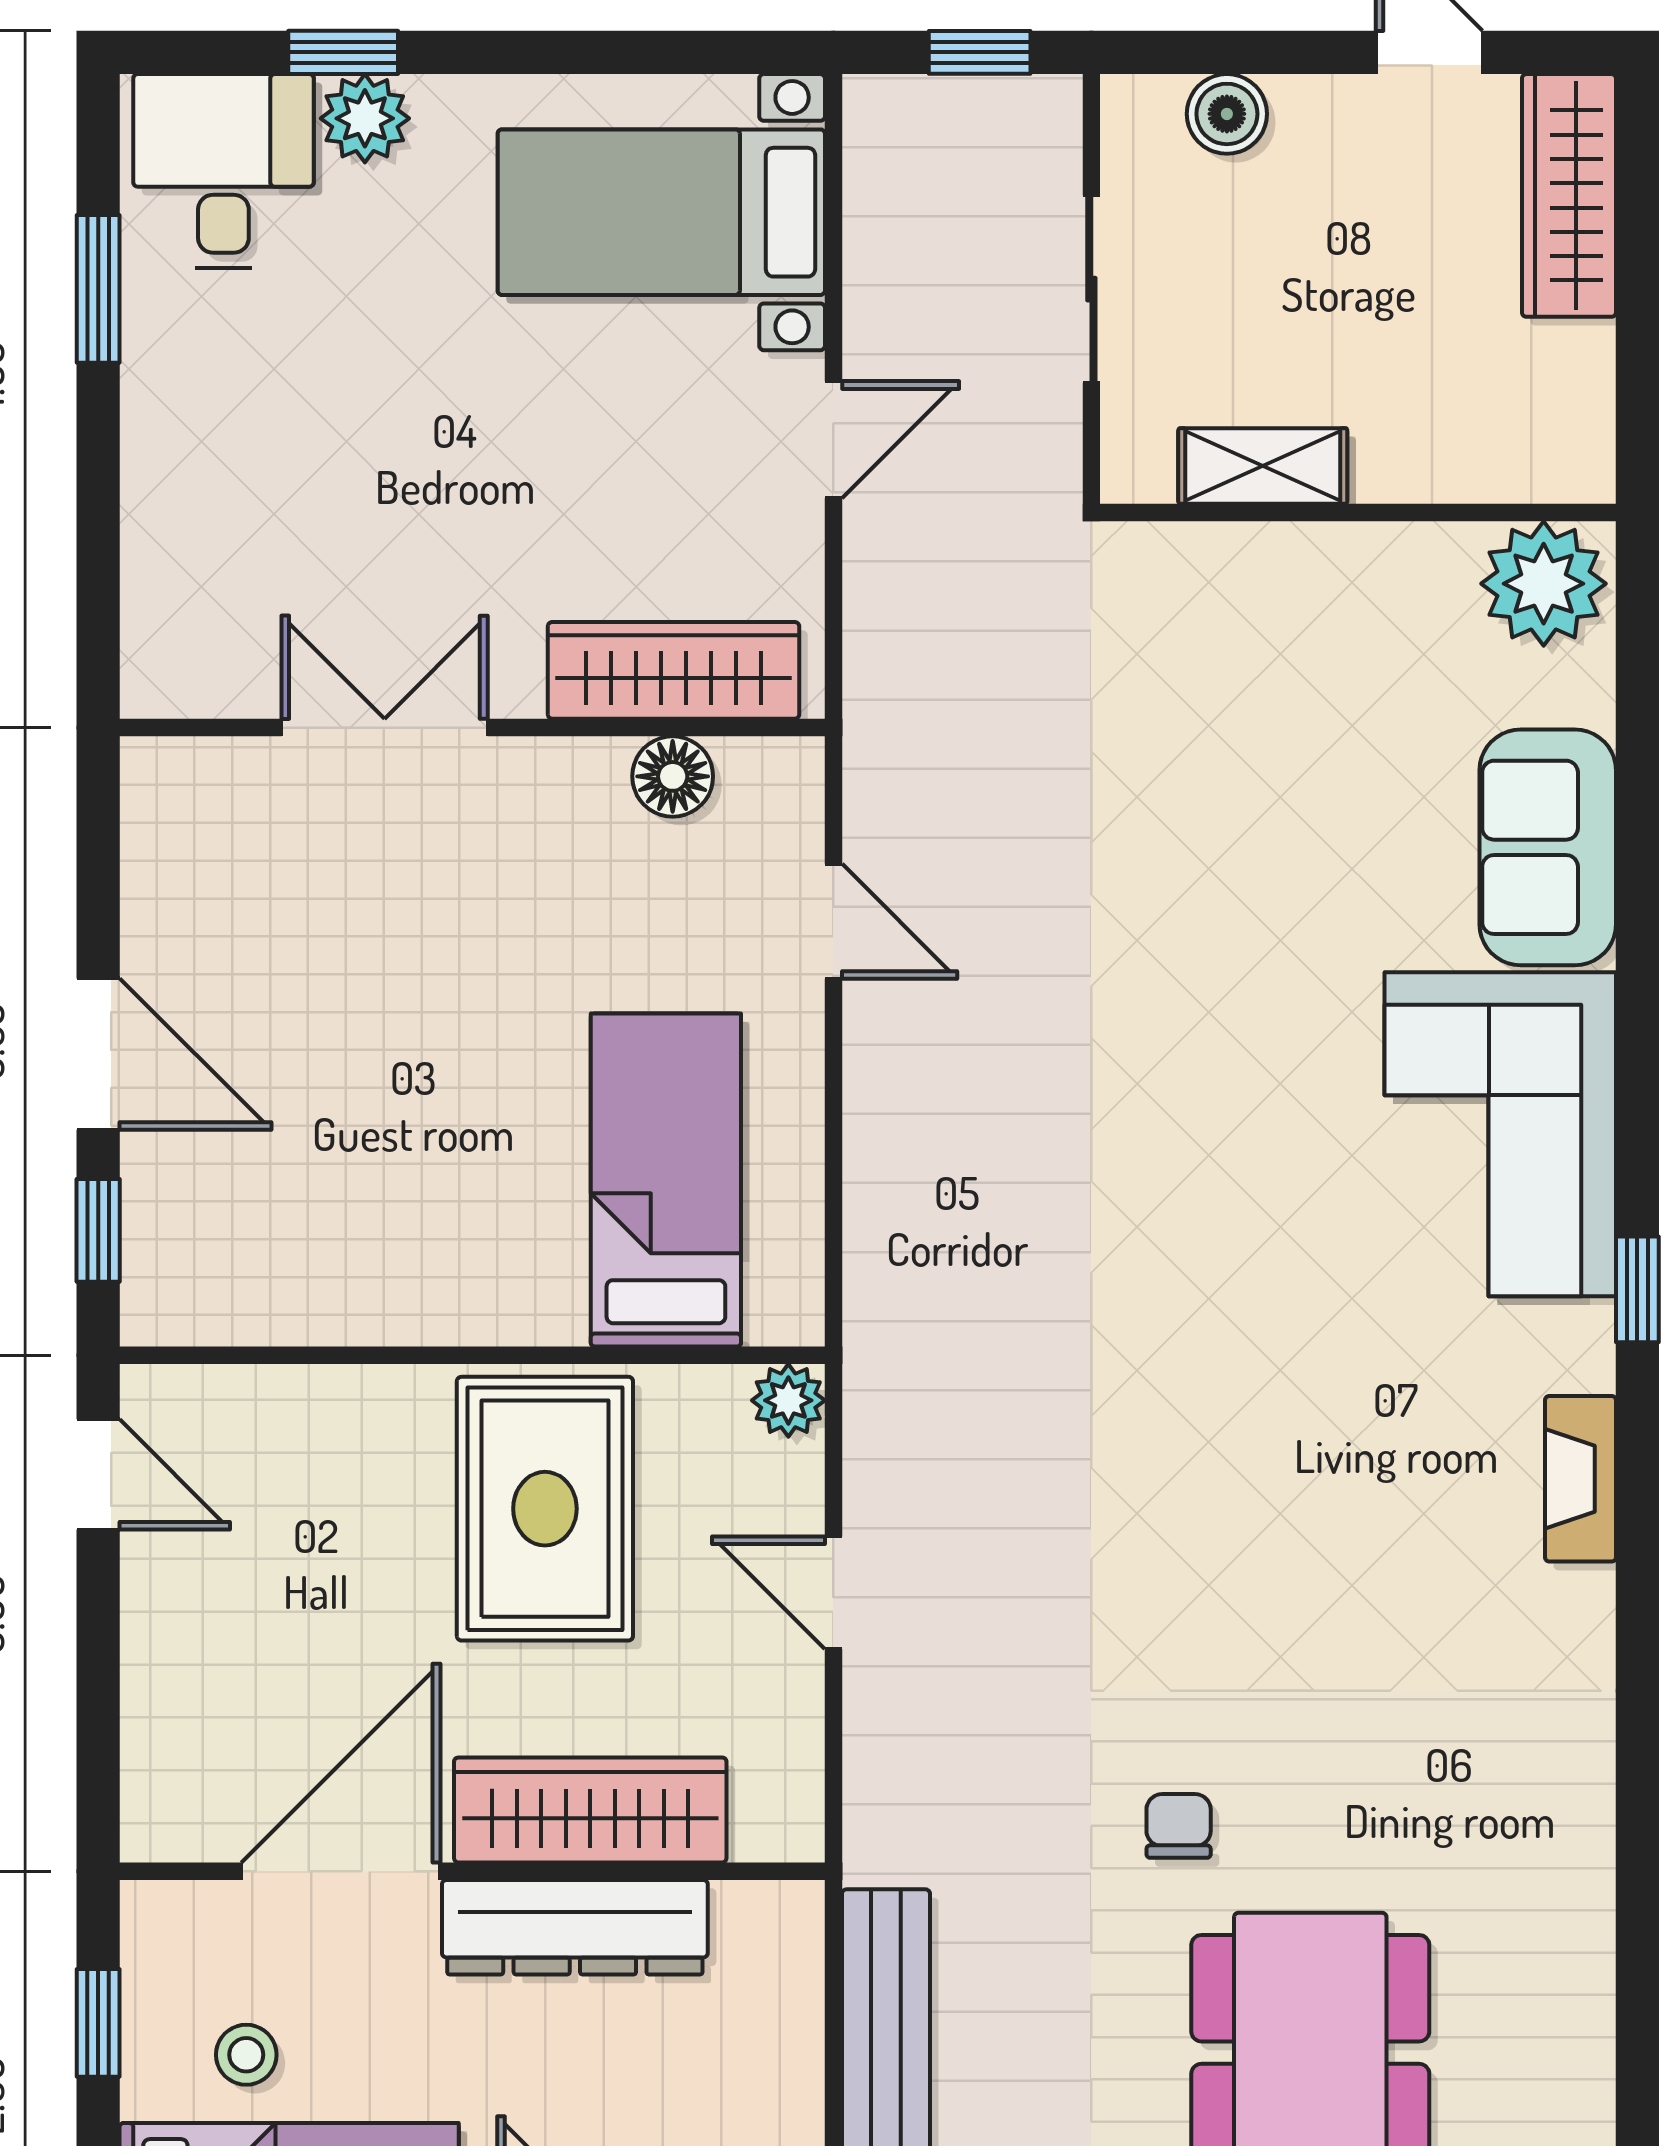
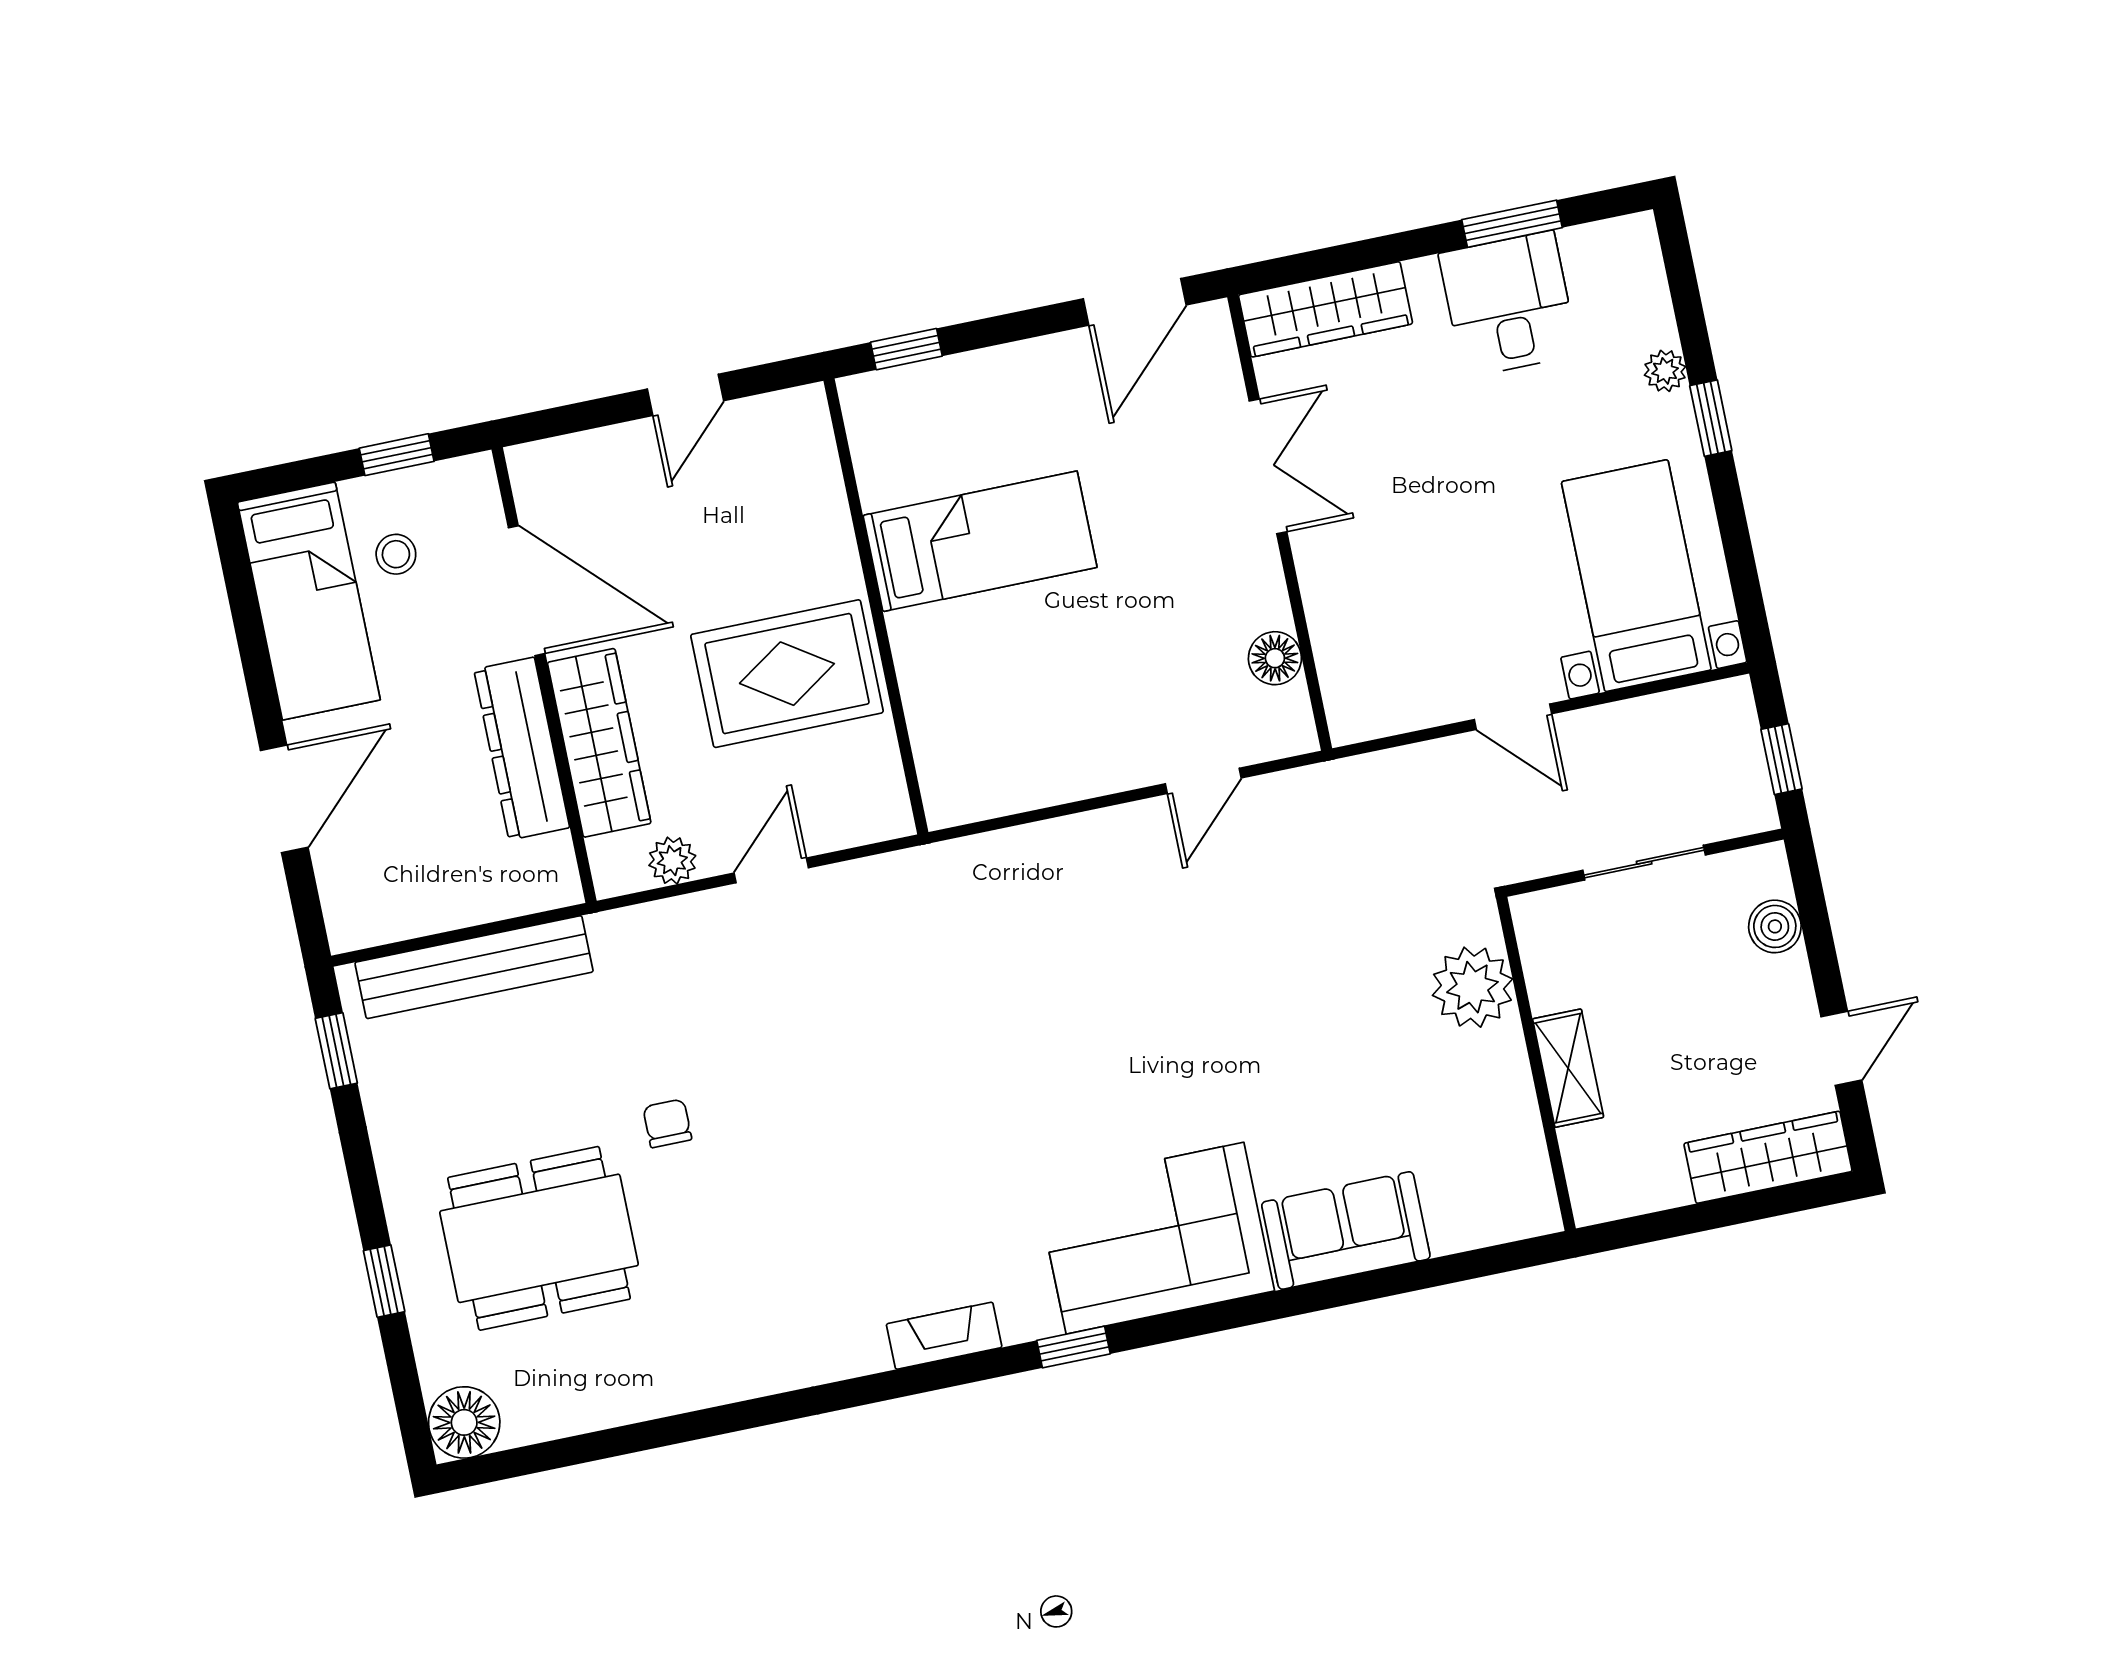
window: (343, 52) -> (1711, 418), moved
plant: (365, 118) -> (1665, 371), width x0.73, depth x0.73
desk: (223, 171) -> (1509, 304), moved, turned -90
shelving: (1263, 466) -> (1568, 1068), moved
plant: (1544, 584) -> (1472, 987), moved
wardrobe: (674, 670) -> (1326, 309), moved, turned 90
door: (98, 1054) -> (1135, 302), moved
bed: (666, 1180) -> (980, 541), moved
plant: (788, 1400) -> (672, 861), moved
door: (98, 1474) -> (686, 395), moved
chair: (1179, 1826) -> (667, 1123), turned -90

